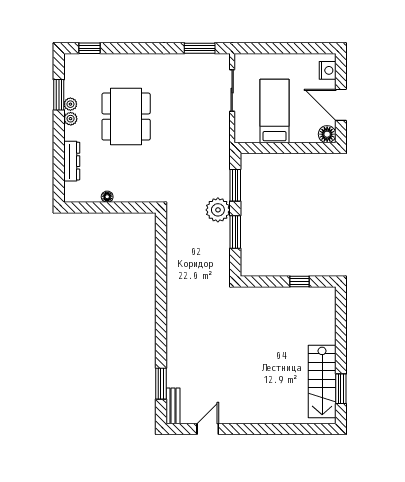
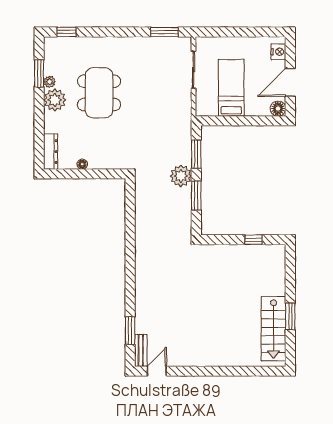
door: (341, 105) -> (290, 82), hinge flipped
plant: (71, 119) -> (55, 100), width x1.87, depth x1.87
dresser: (72, 161) -> (51, 152), moved
window: (341, 389) -> (290, 317), moved
door: (208, 429) -> (157, 371), moved

